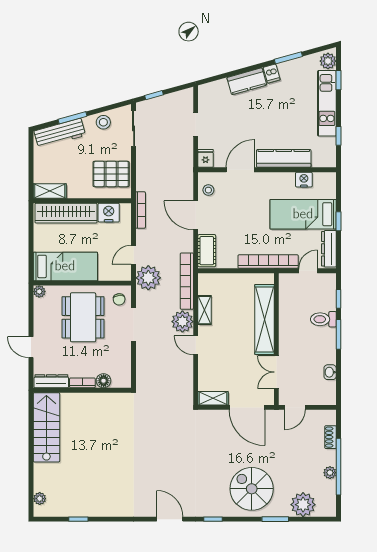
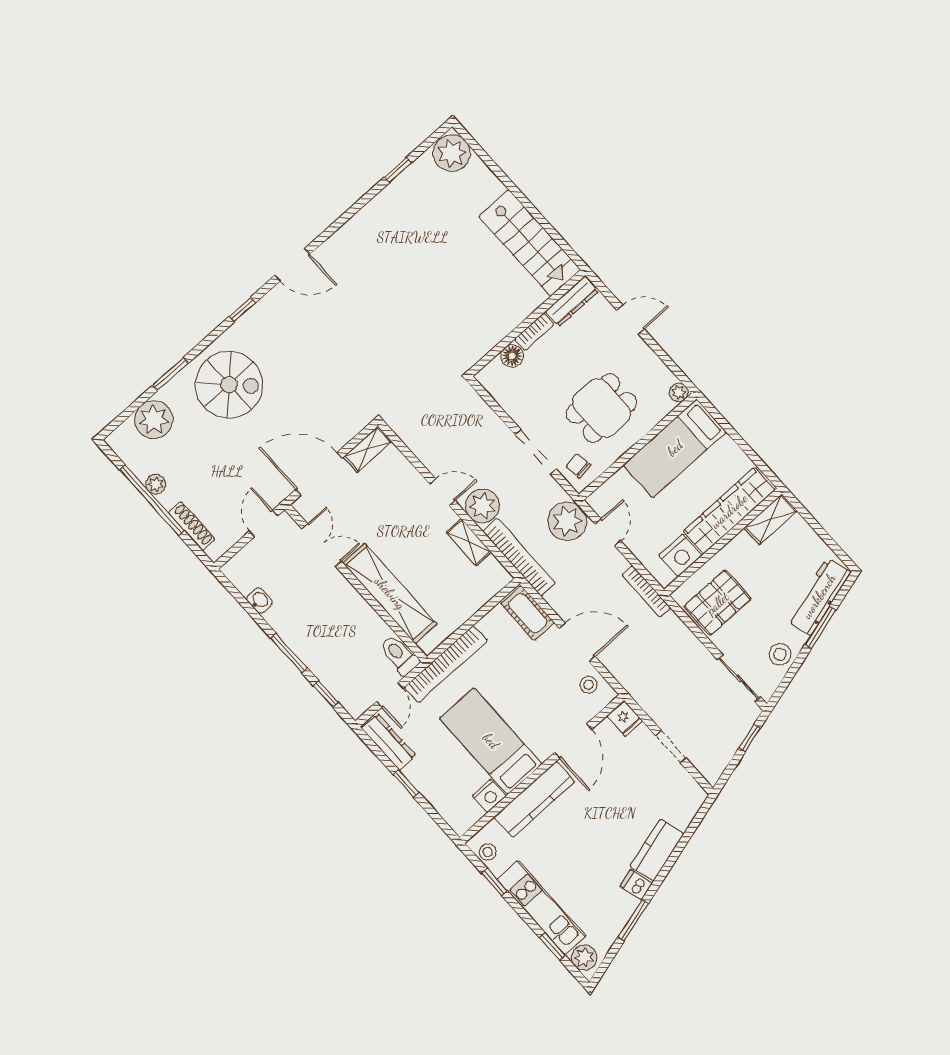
stool: (329, 153) -> (488, 852), added
bed: (303, 214) -> (491, 741), moved, turned -90
dining table: (83, 317) -> (601, 408), width x0.73
toilet: (323, 319) -> (399, 655), moved, turned -90
shoe rack: (331, 437) -> (192, 526), width x1.43
plant: (40, 499) -> (452, 153), width x1.88, depth x1.88

